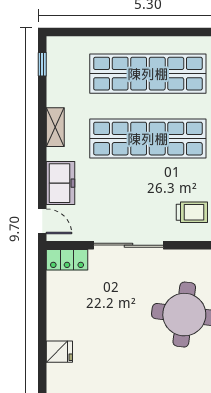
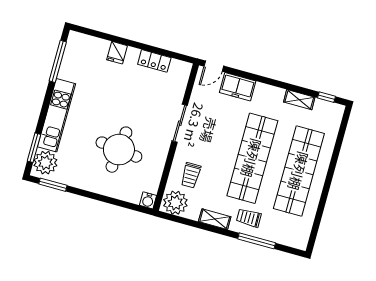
shelving: (55, 127) -> (299, 100), moved
sliding door: (128, 245) -> (180, 123), width x0.73
locker: (67, 260) -> (154, 61), moved, turned -90

